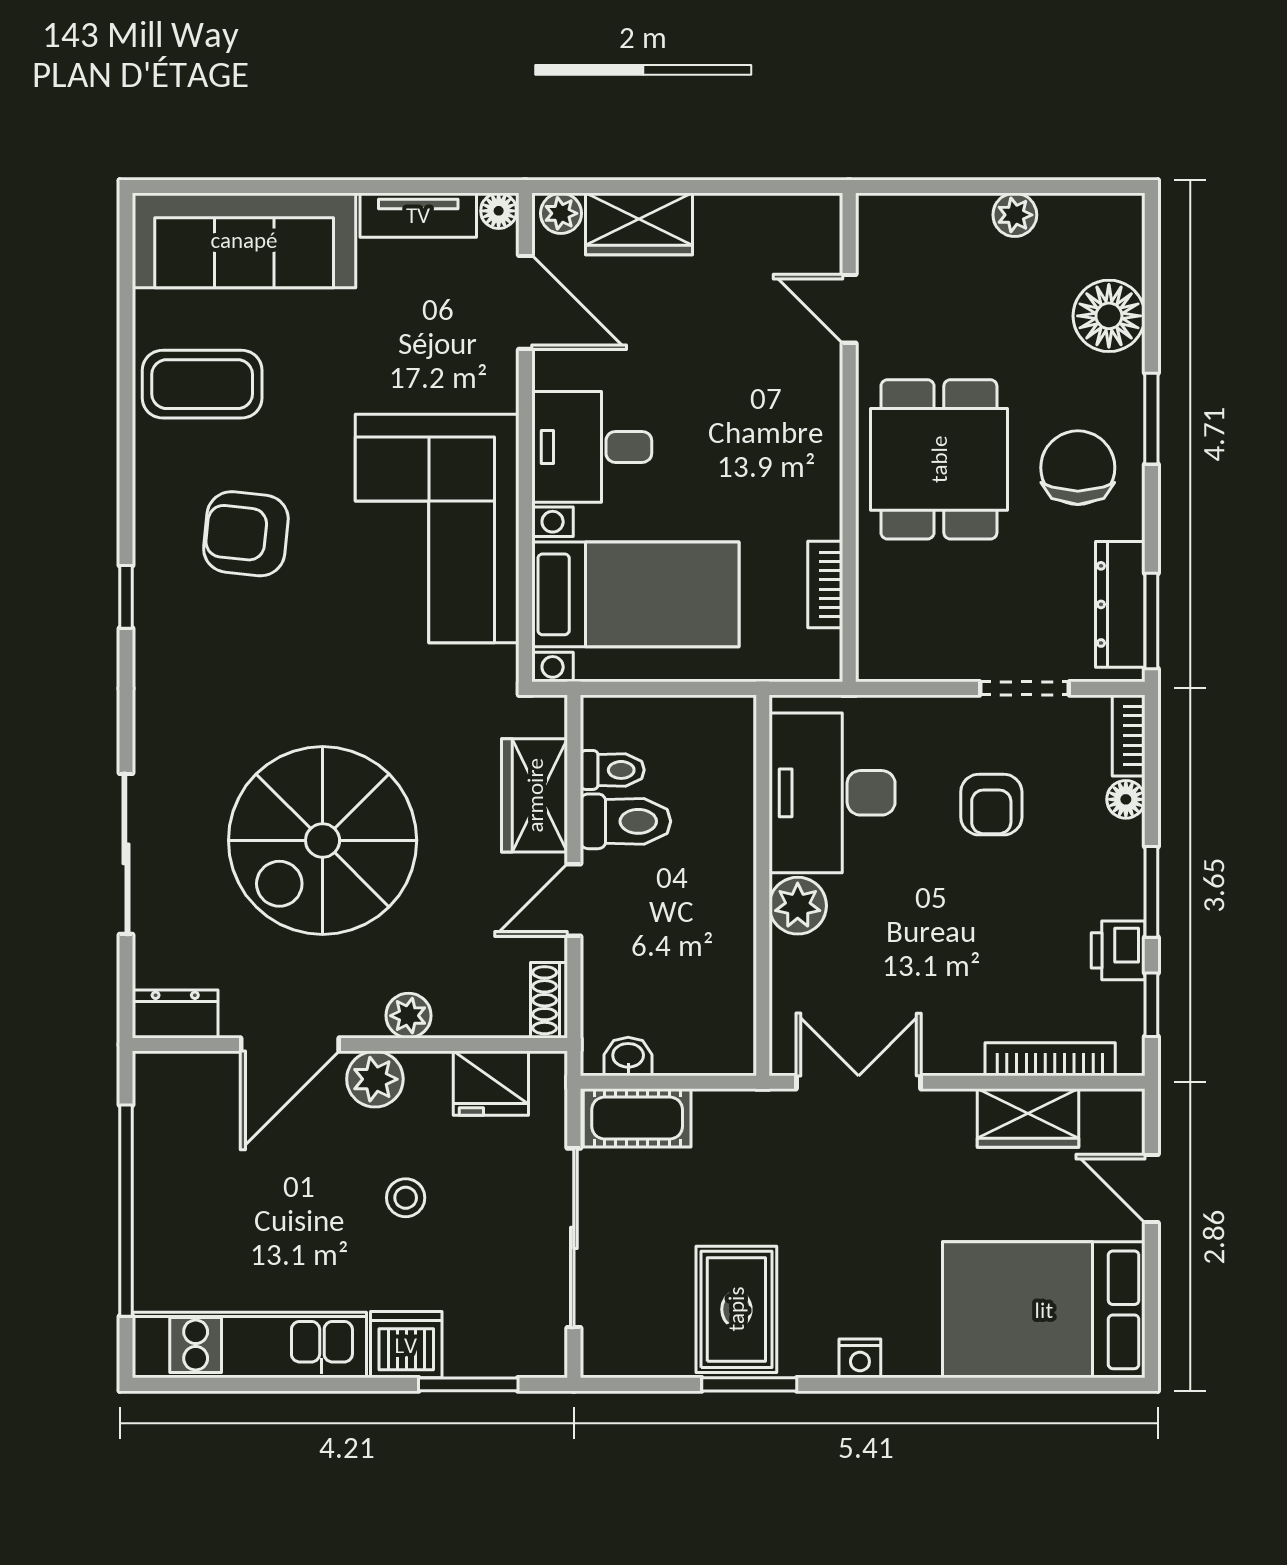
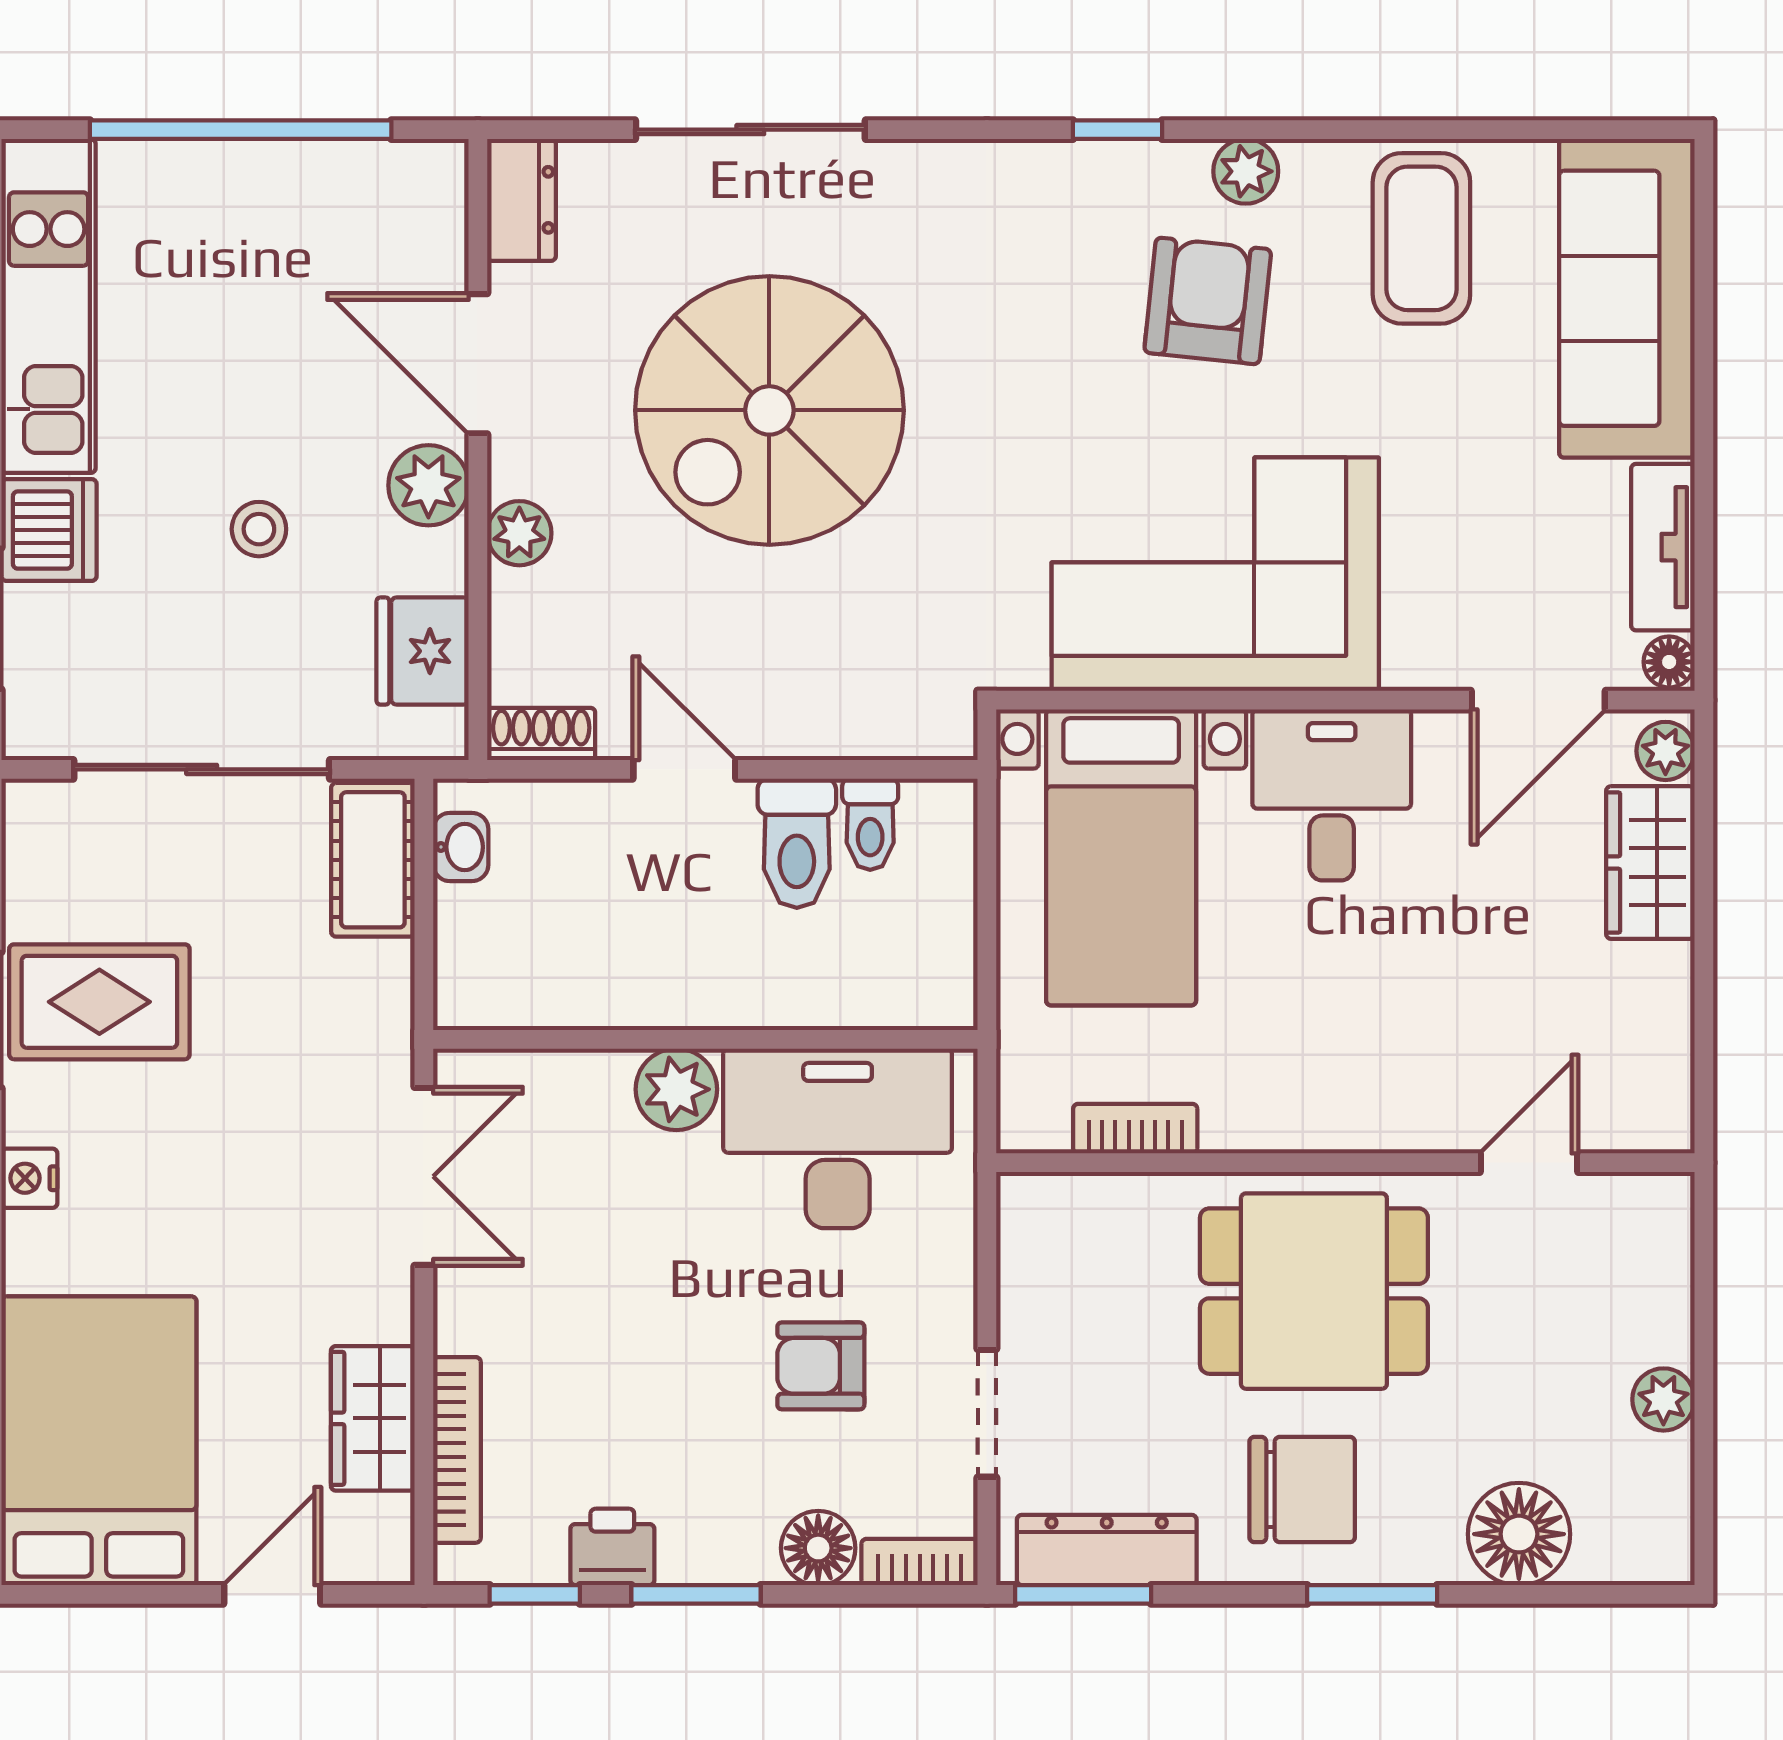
plant: (155, 507) -> (1246, 171), added
wardrobe: (535, 795) -> (834, 713), removed
floor lamp: (1126, 799) -> (818, 1548), width x1.37, depth x1.37
spiral stairs: (323, 840) -> (769, 410), turned -90

